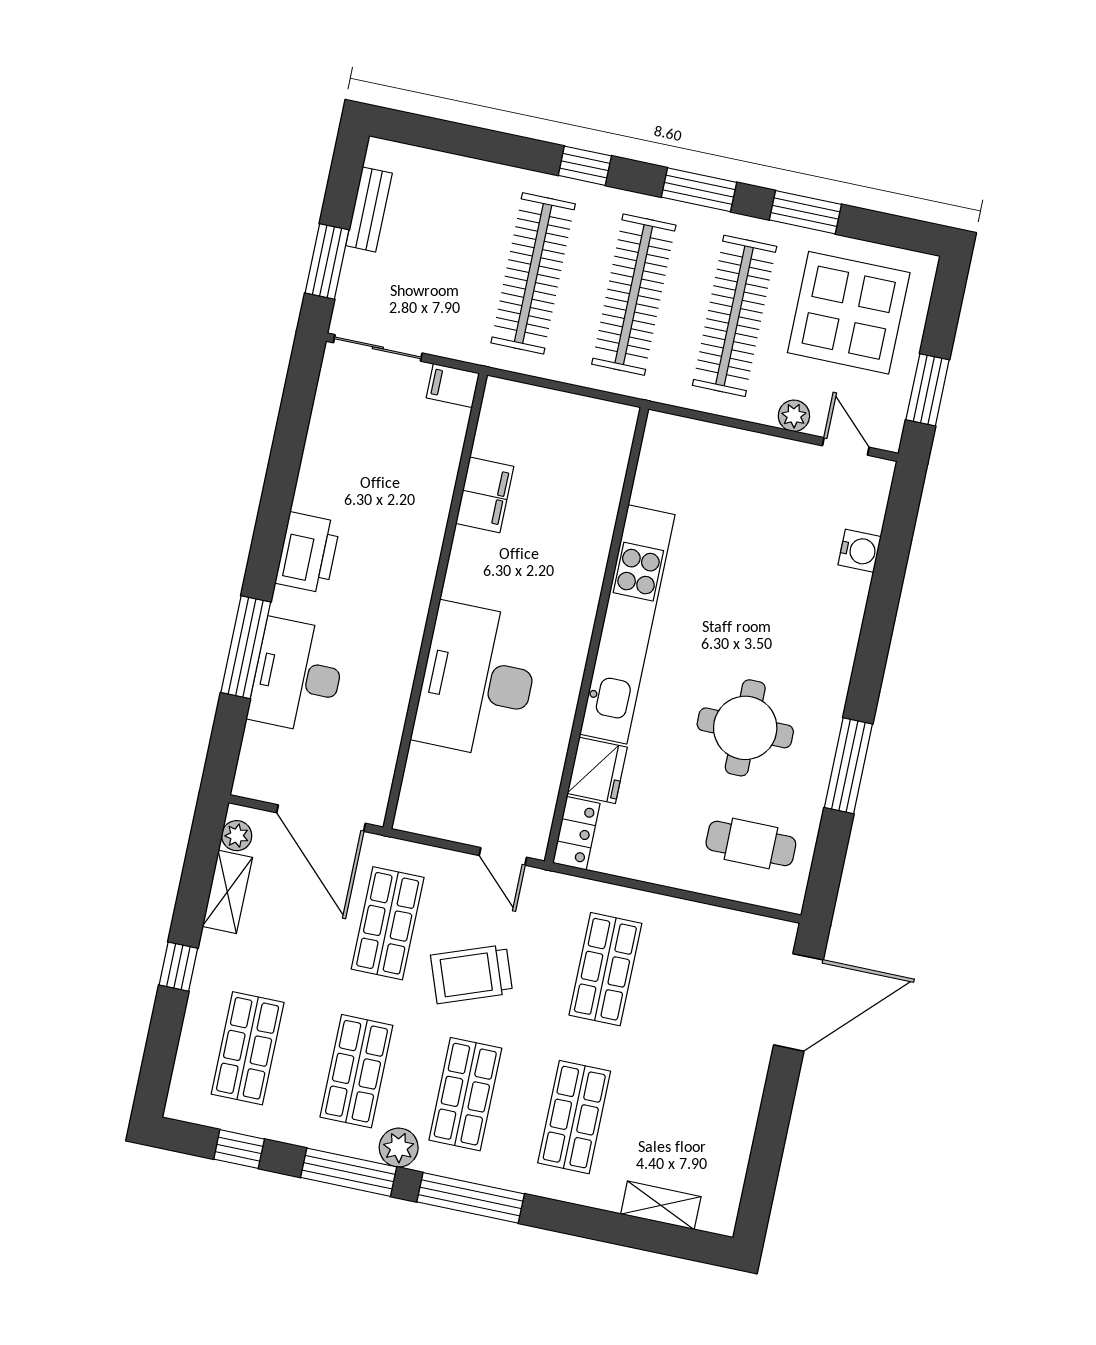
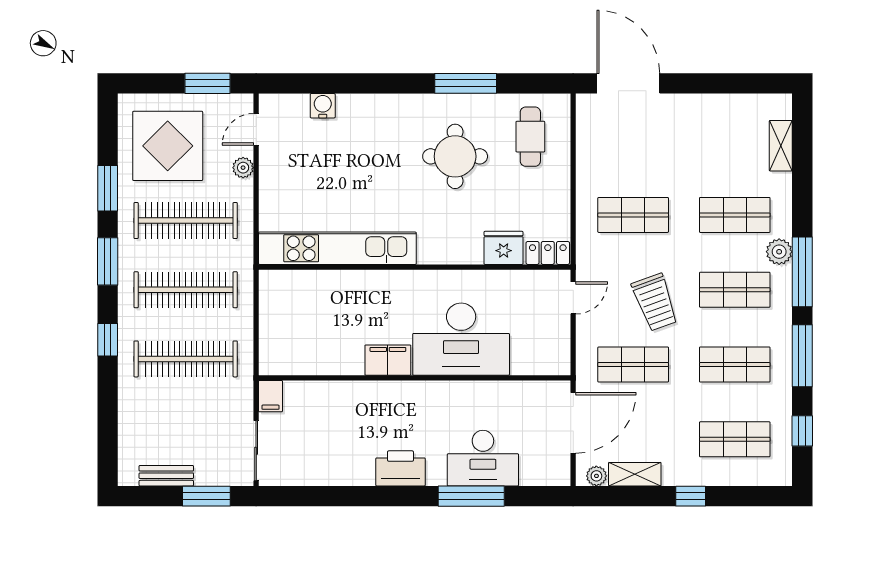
filing cabinet: (485, 495) -> (388, 360), moved
kitchen unit: (627, 624) -> (337, 248), moved
plant: (399, 1148) -> (779, 252), moved

